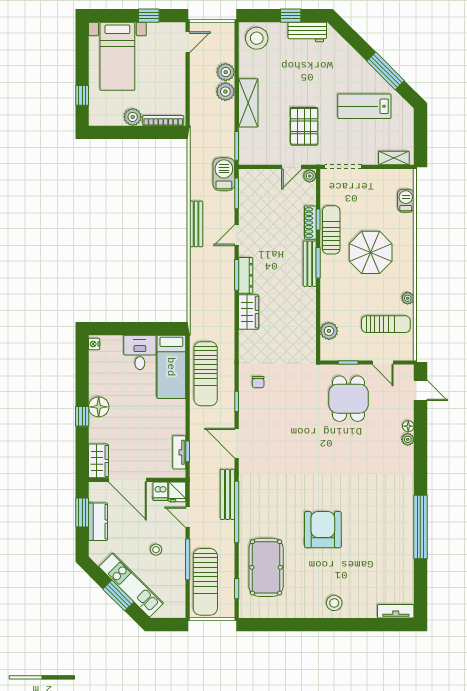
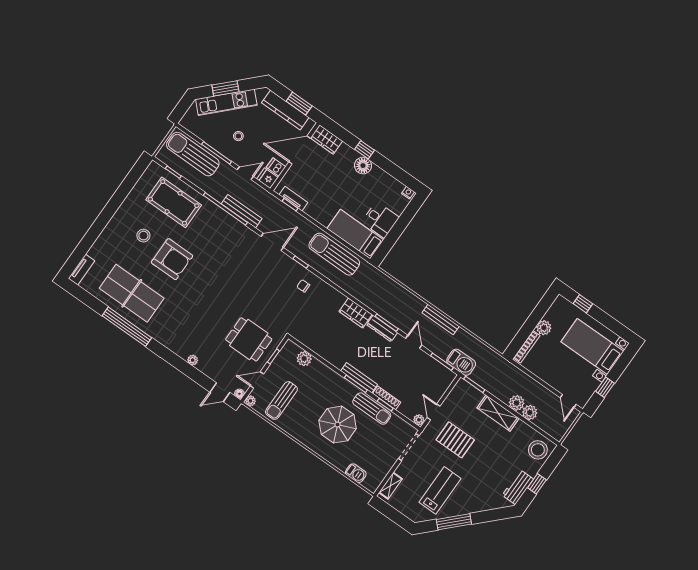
plant: (408, 298) -> (250, 401), moved
floor lamp: (408, 426) -> (239, 394), moved
kitchen counter: (98, 522) -> (285, 110), width x1.50
table tennis table: (384, 546) -> (132, 293), added
stool: (334, 603) -> (143, 236), moved

